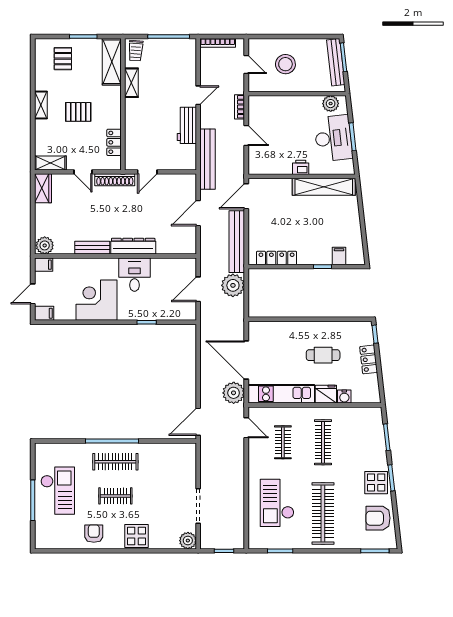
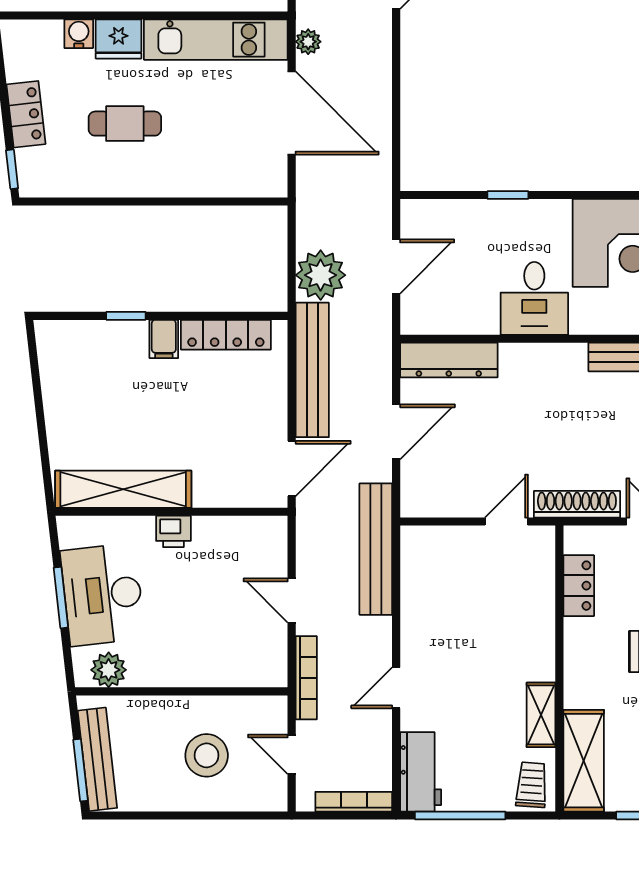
bookcase: (240, 107) -> (306, 678), width x1.56
workbench: (187, 125) -> (421, 772), moved
dresser: (133, 246) -> (449, 360), moved
filing cabinet: (339, 256) -> (164, 339), moved
plant: (234, 393) -> (308, 42), width x0.53, depth x0.53

